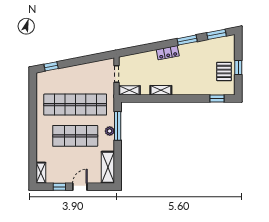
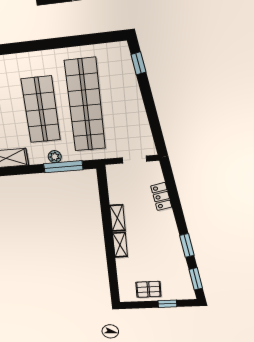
locker: (168, 53) -> (161, 197), moved
window: (238, 67) -> (167, 304), moved
shelving: (129, 90) -> (120, 245), moved
window: (217, 99) -> (114, 283), removed

